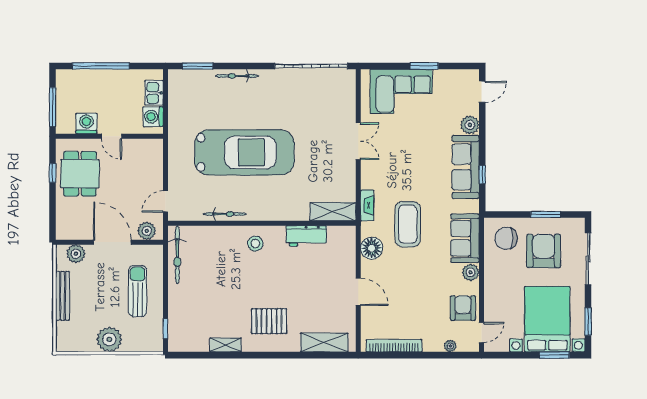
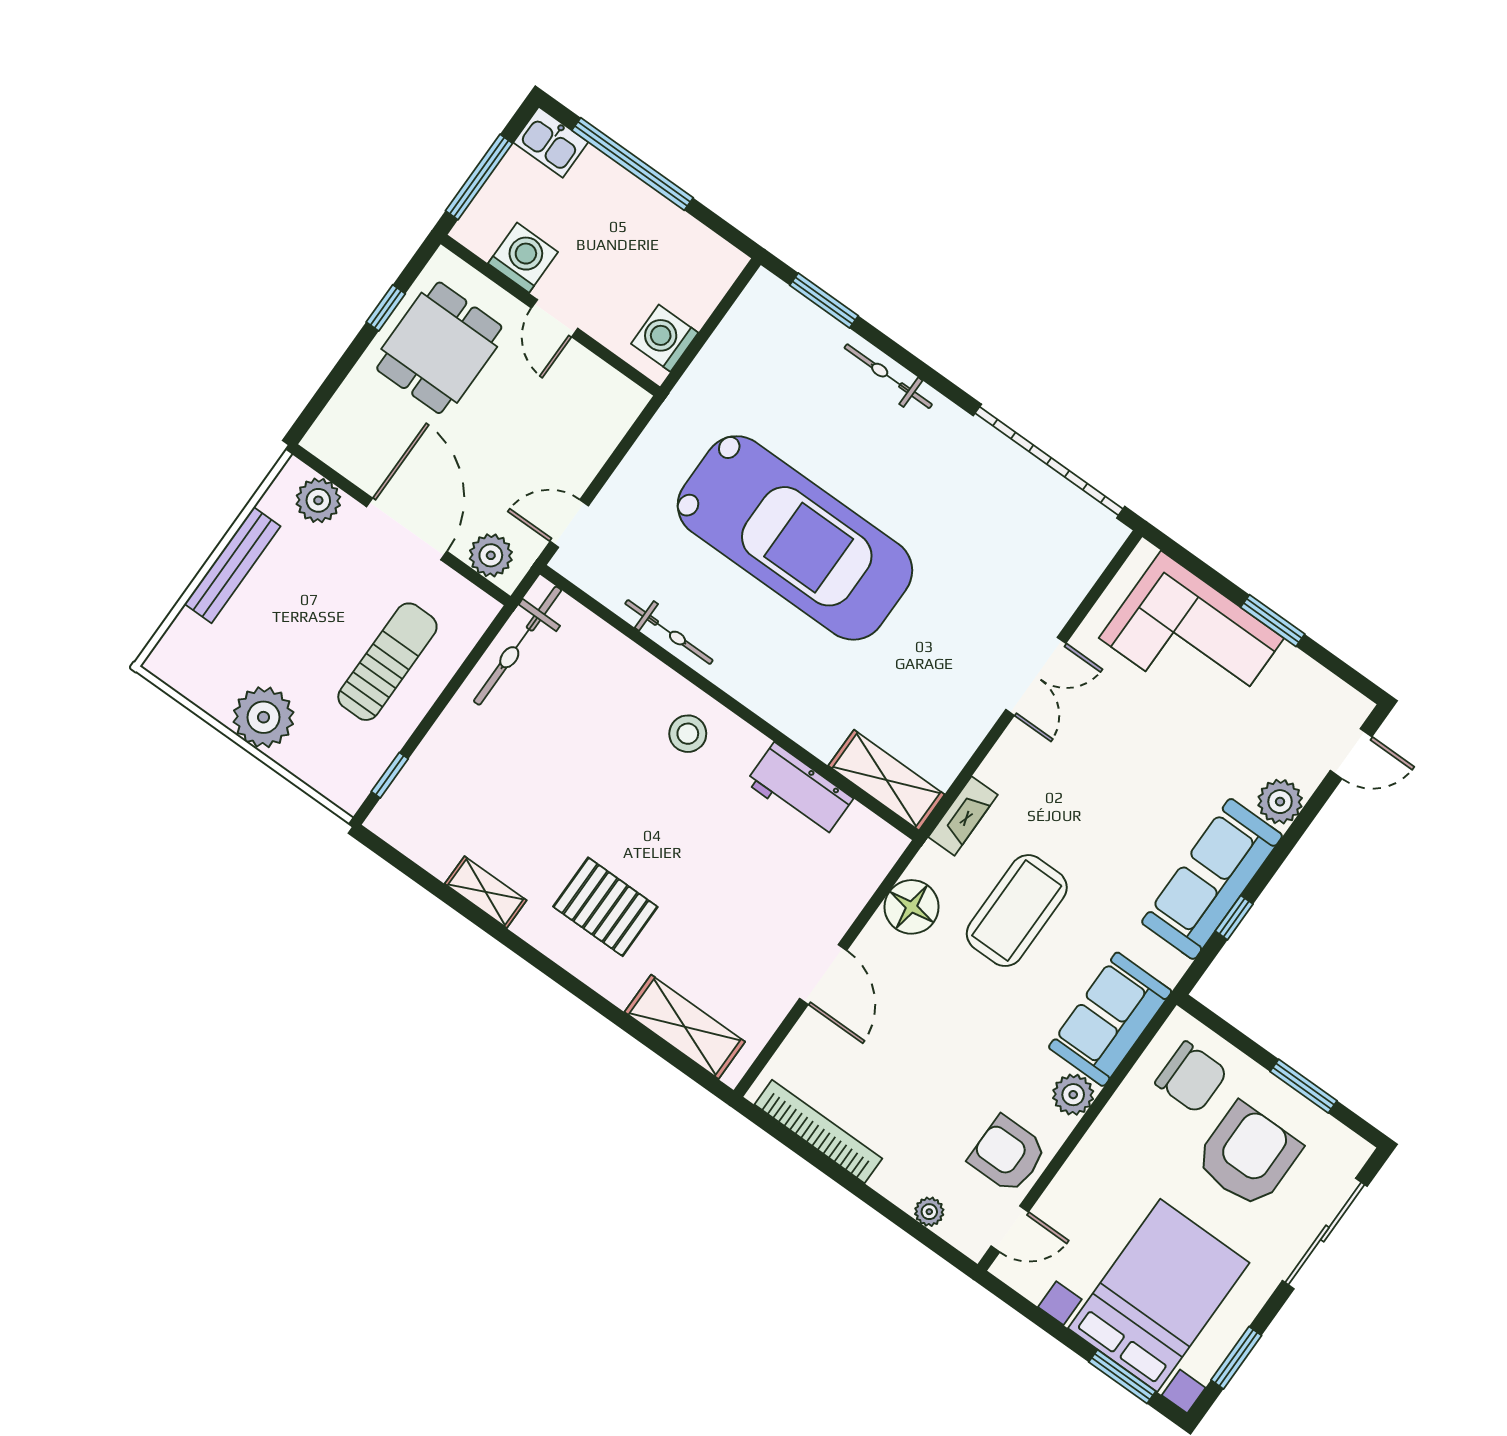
kitchen sink: (154, 93) -> (551, 142), moved, turned -90
chair: (506, 238) -> (1191, 1077), turned 180
armchair: (463, 308) -> (1008, 1154), turned -90

